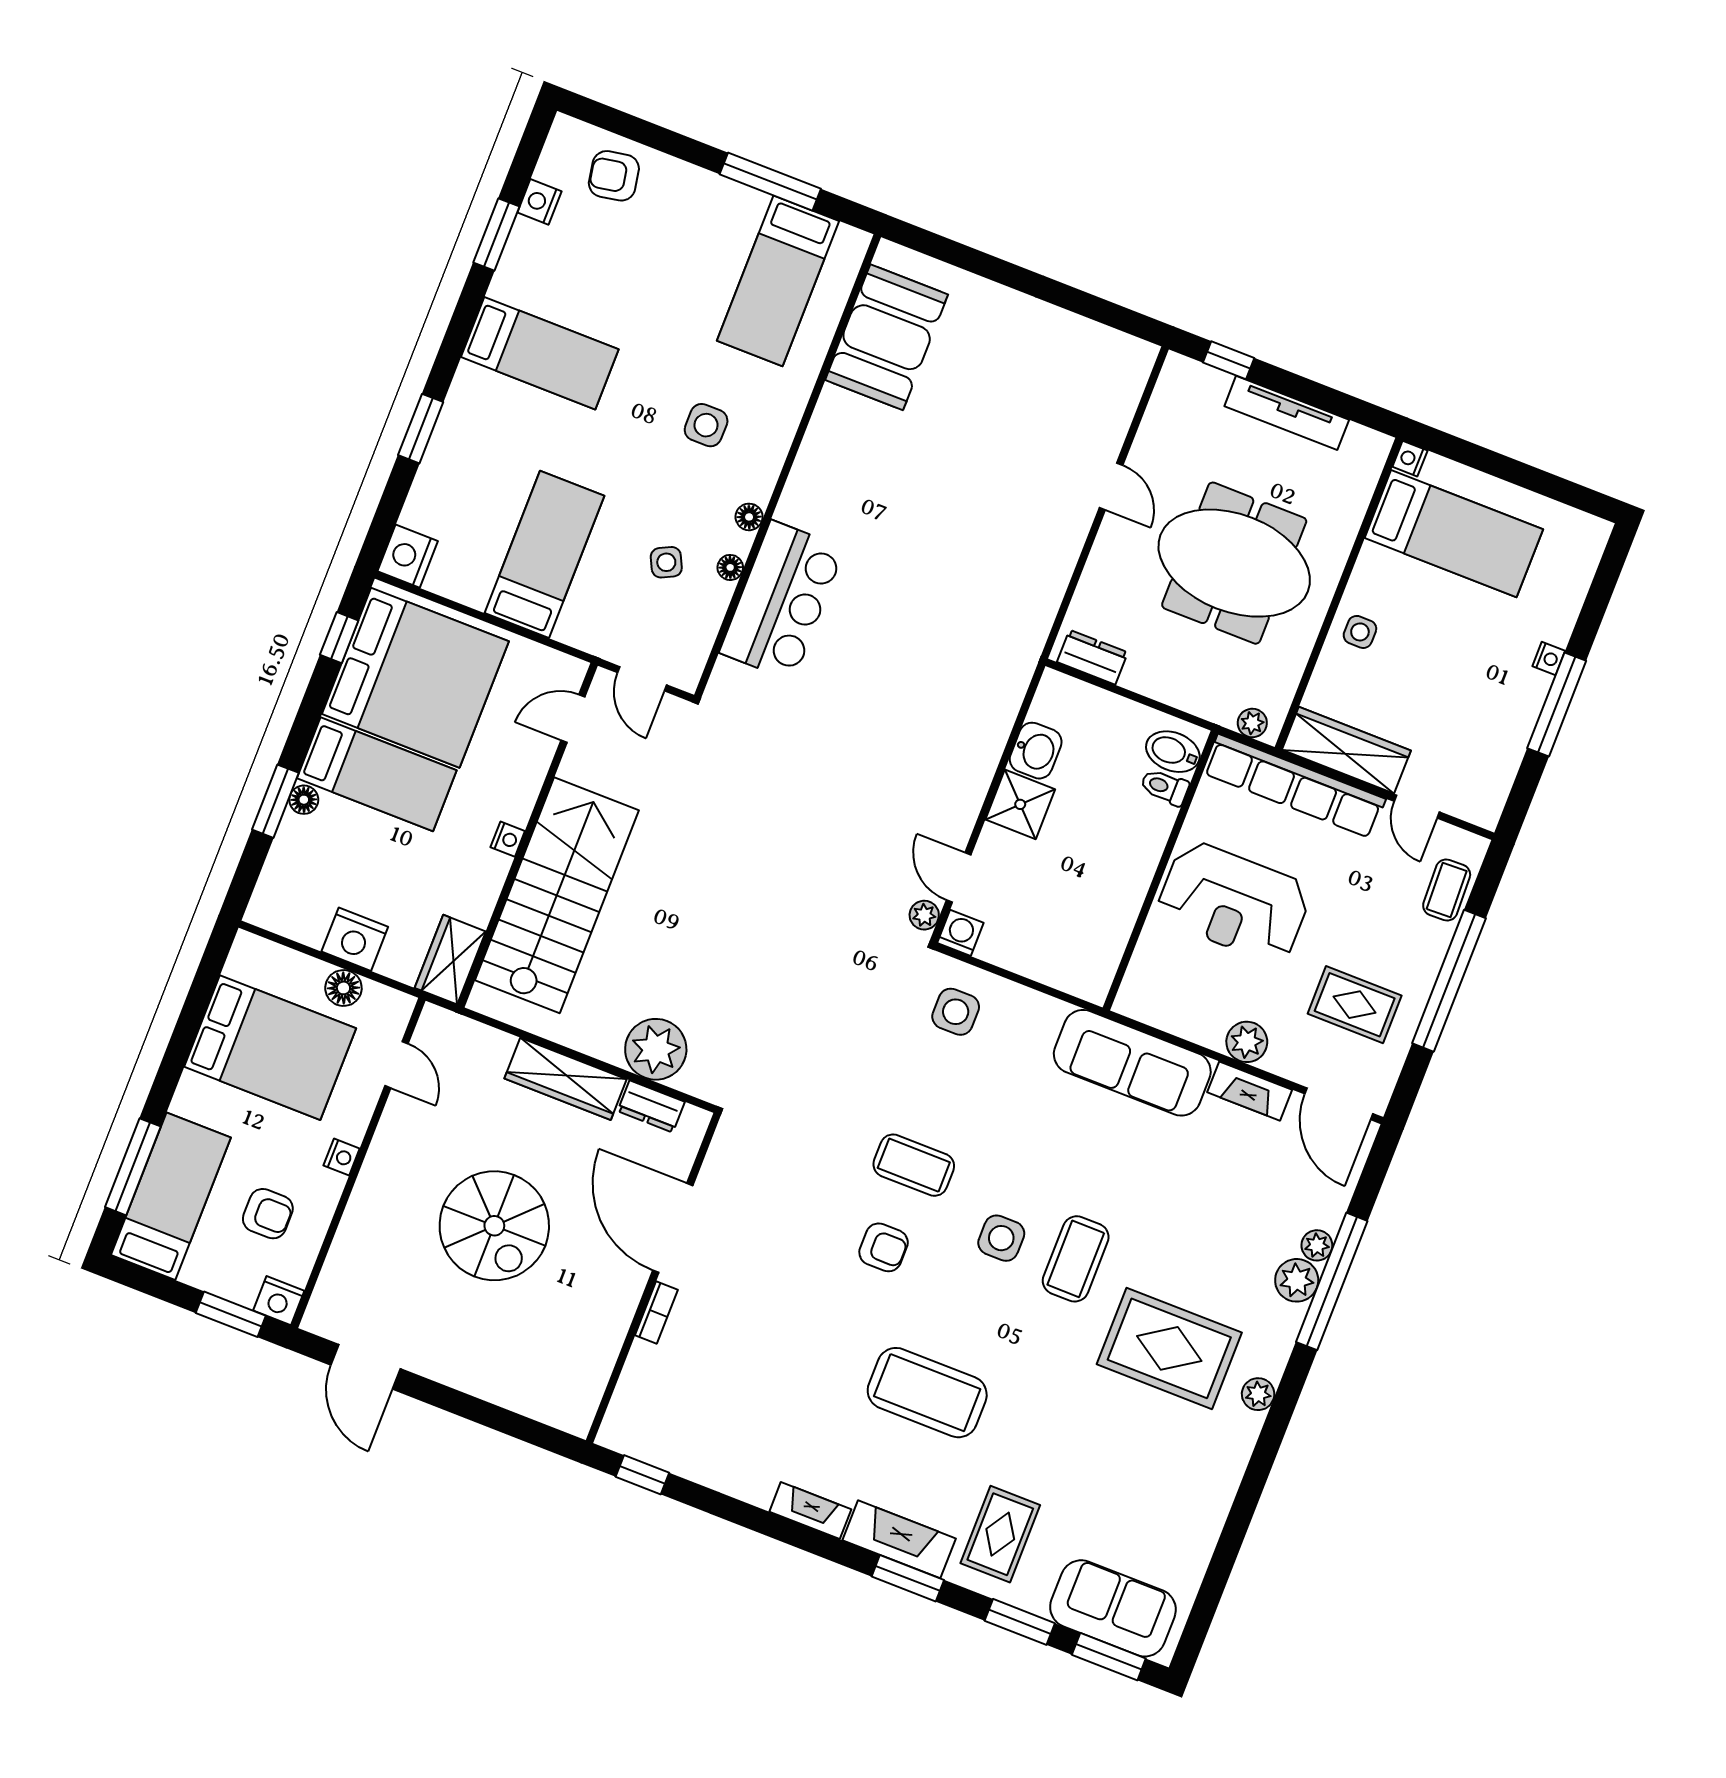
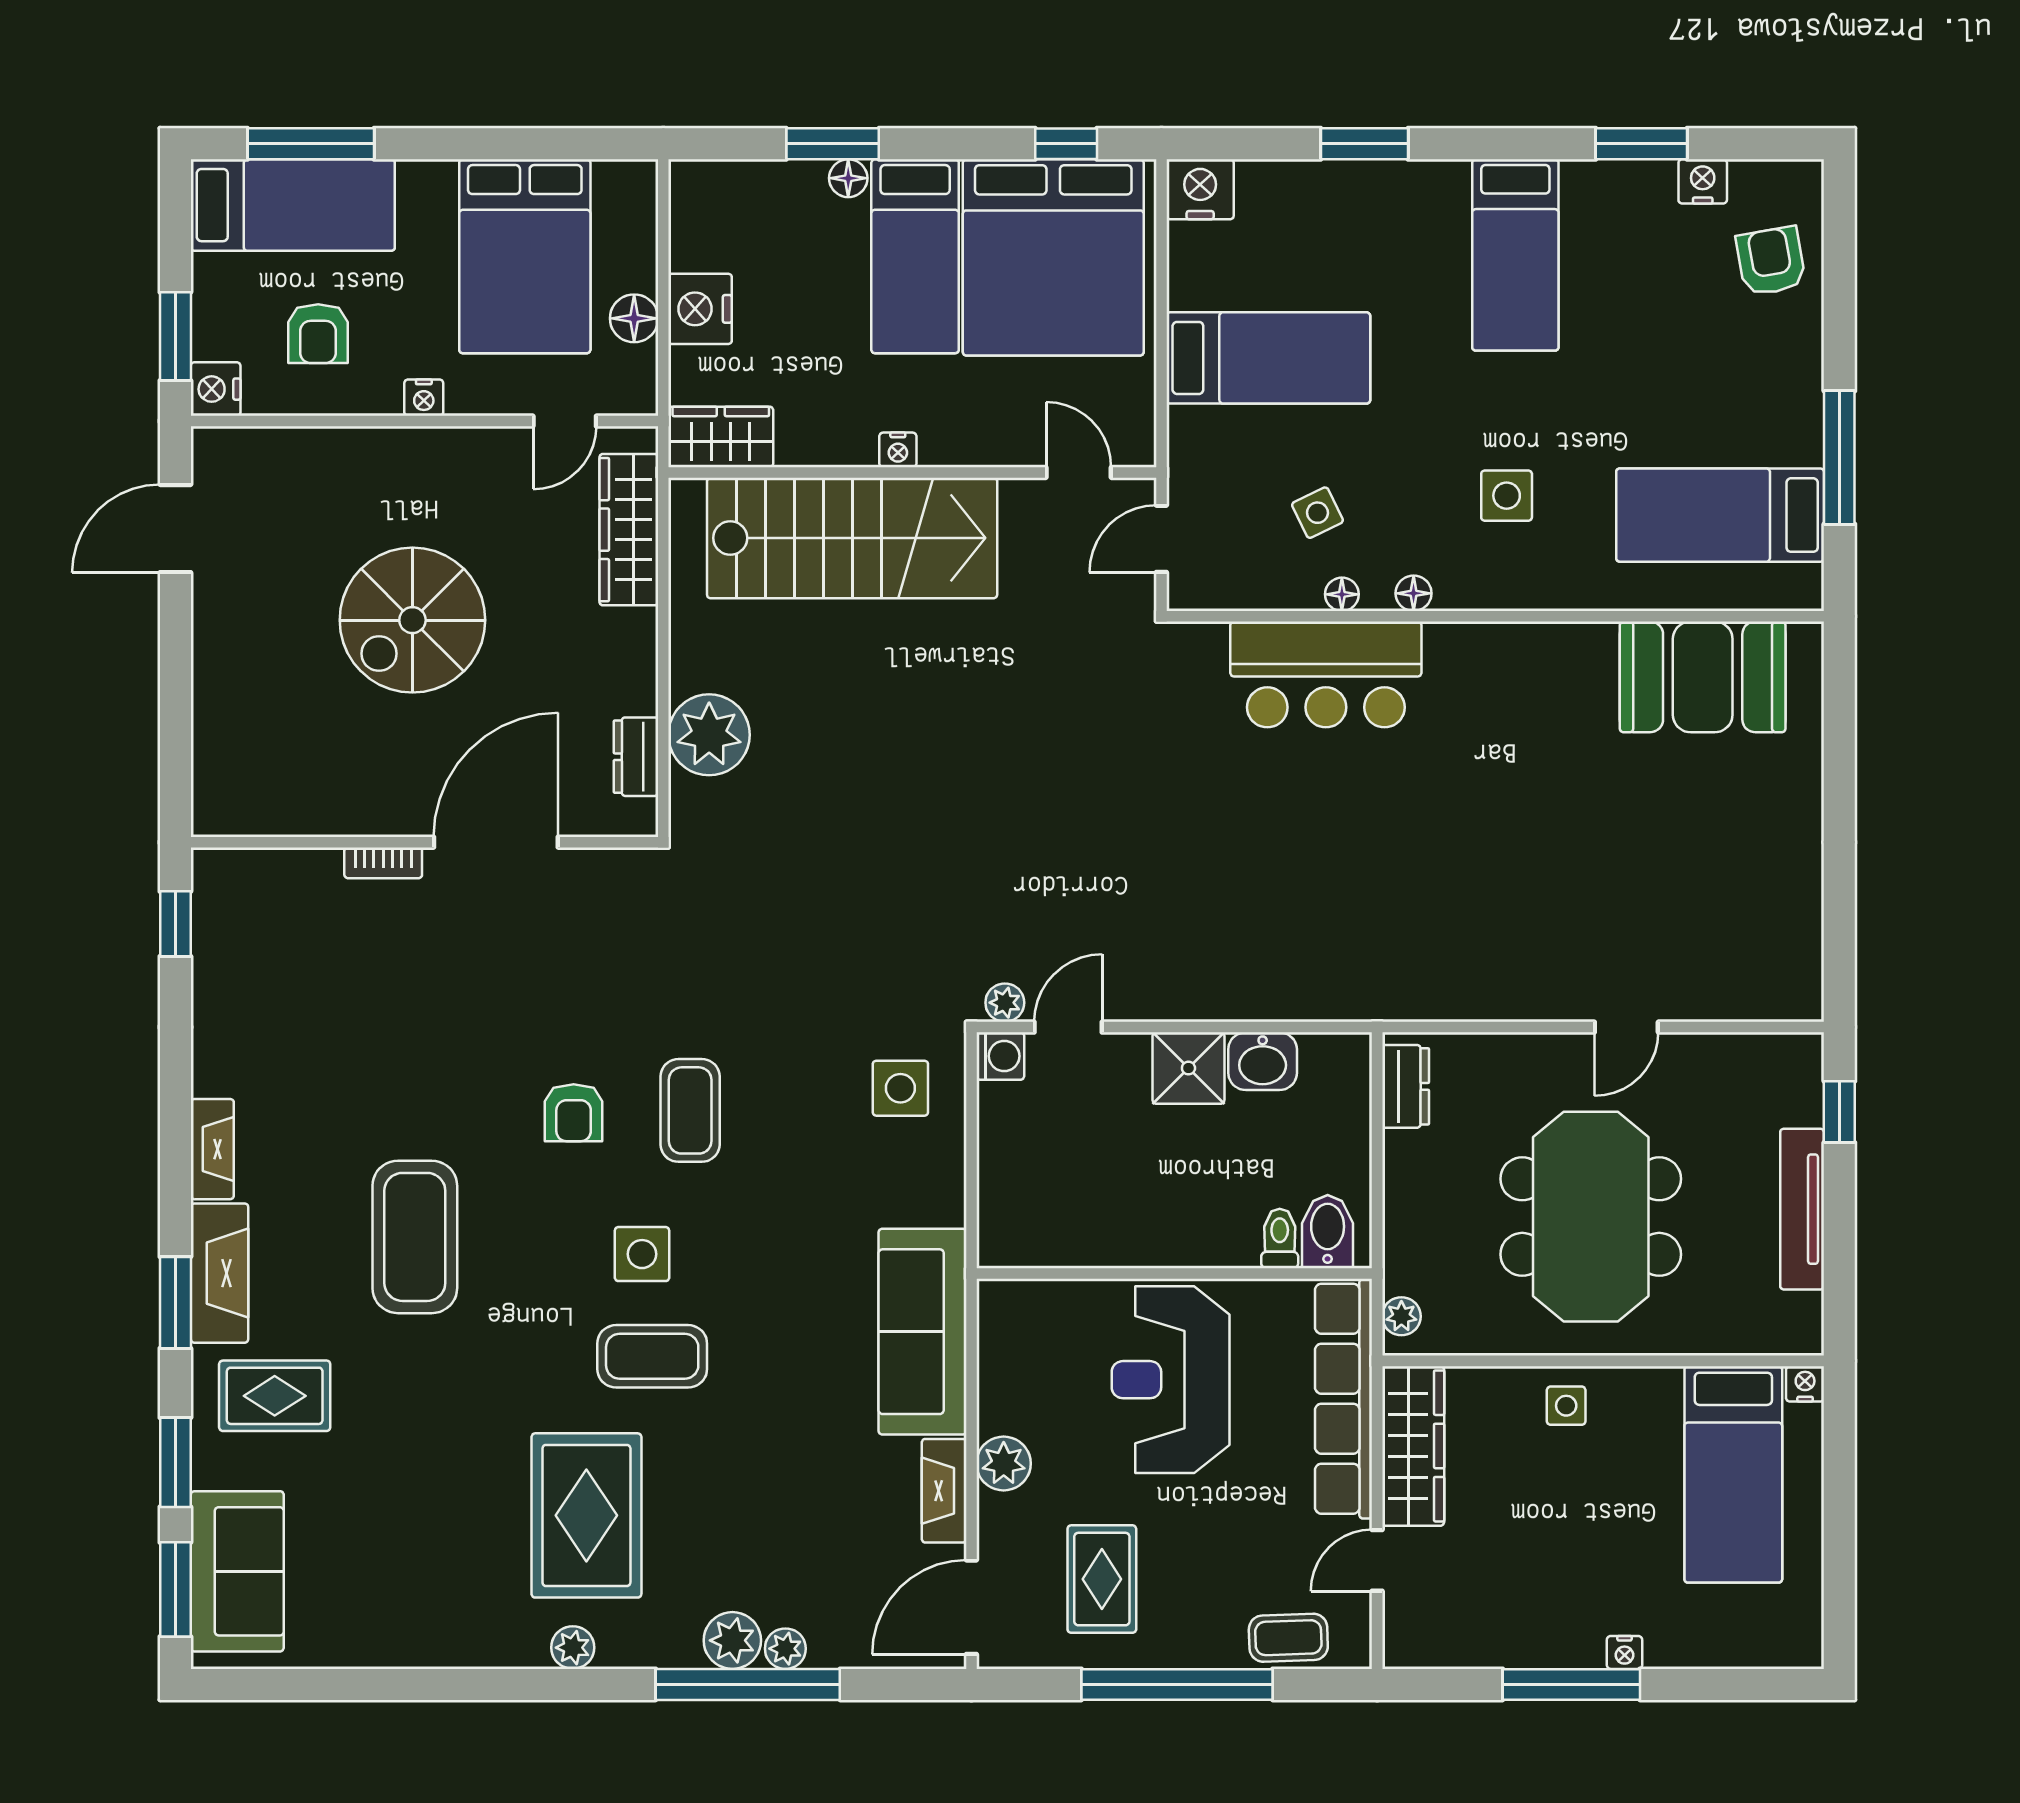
wardrobe: (566, 1079) -> (629, 530), moved

